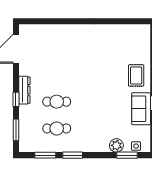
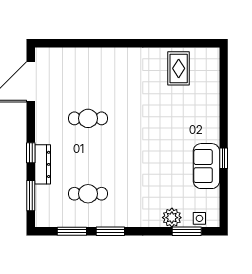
rug: (136, 75) -> (179, 68), moved
dresser: (24, 90) -> (43, 164), moved
cafe table: (57, 102) -> (88, 118), moved

